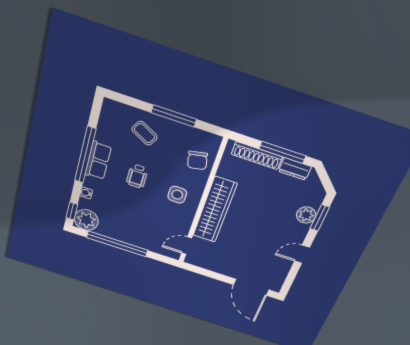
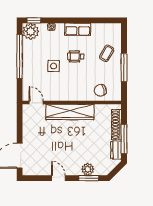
window: (85, 155) -> (79, 20), removed
side table: (177, 195) -> (54, 66), moved

